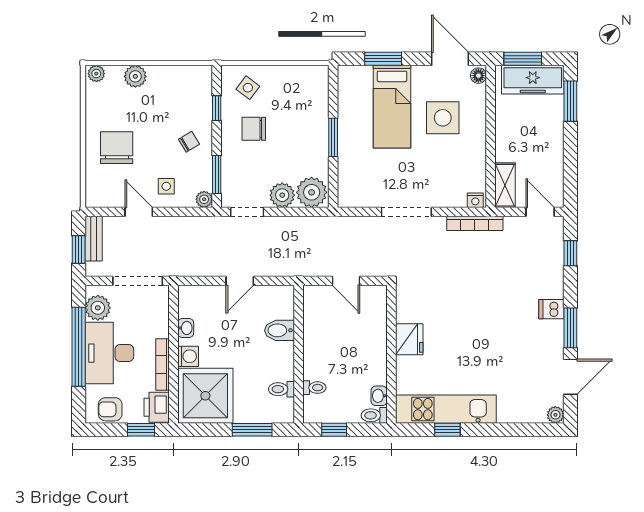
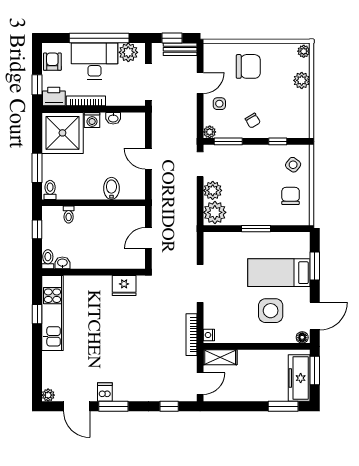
chair: (254, 129) -> (291, 196), moved
dishwasher: (551, 309) -> (105, 392), moved
fridge: (409, 339) -> (124, 286), moved
toilet: (281, 389) -> (50, 190), moved

